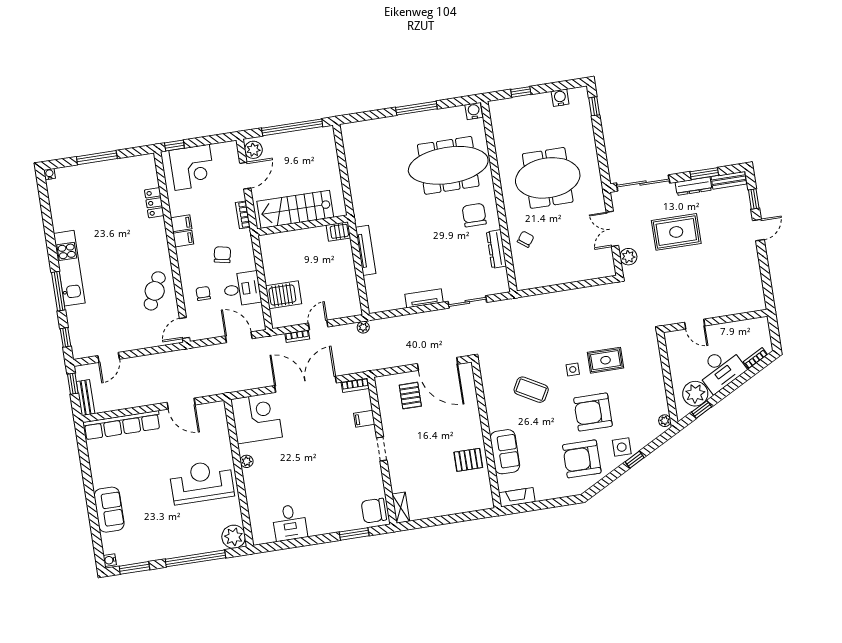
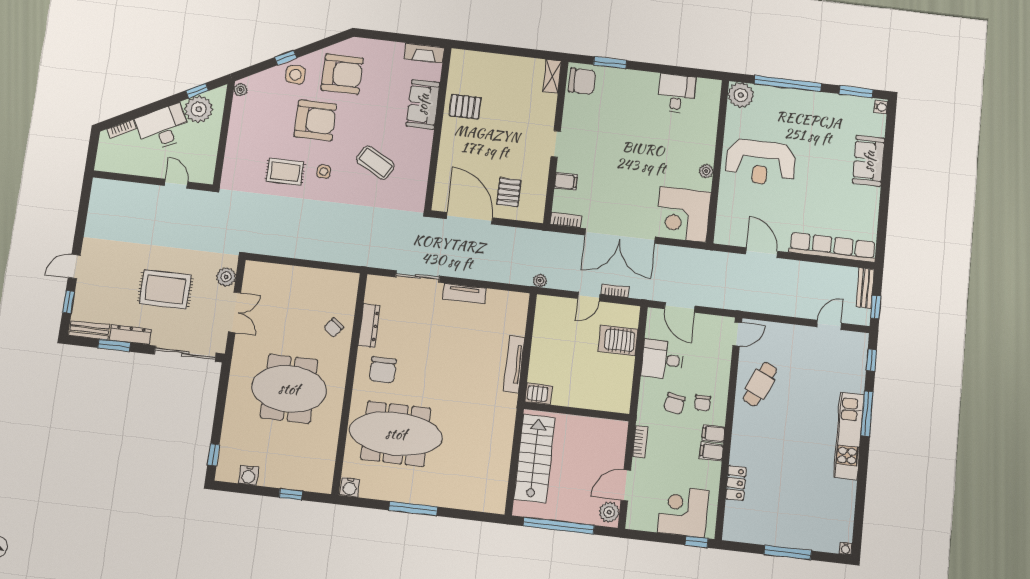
stairs: (295, 209) -> (534, 458), moved, turned -90
chair: (203, 293) -> (703, 403), moved

